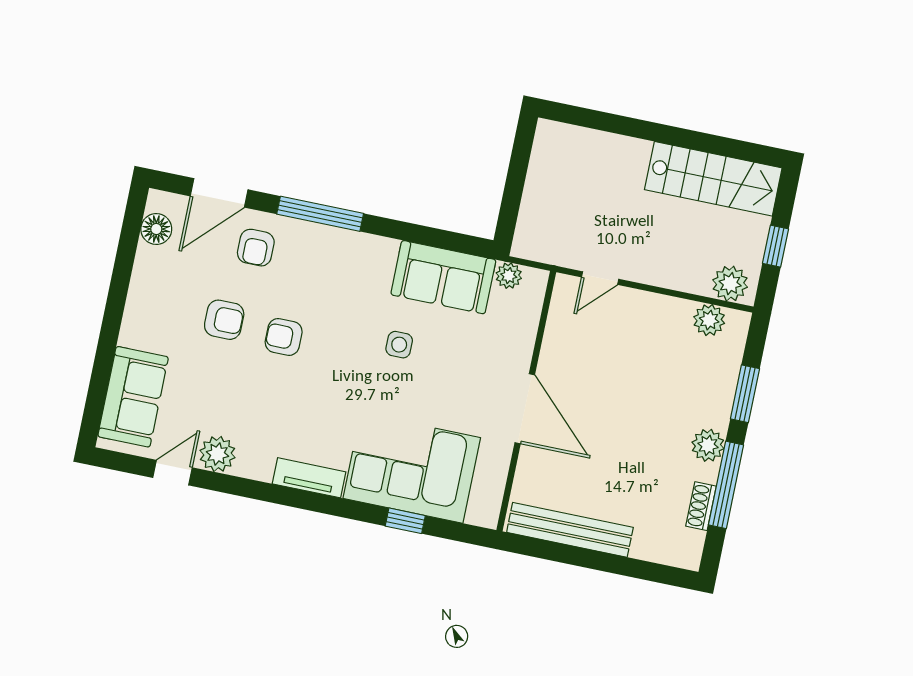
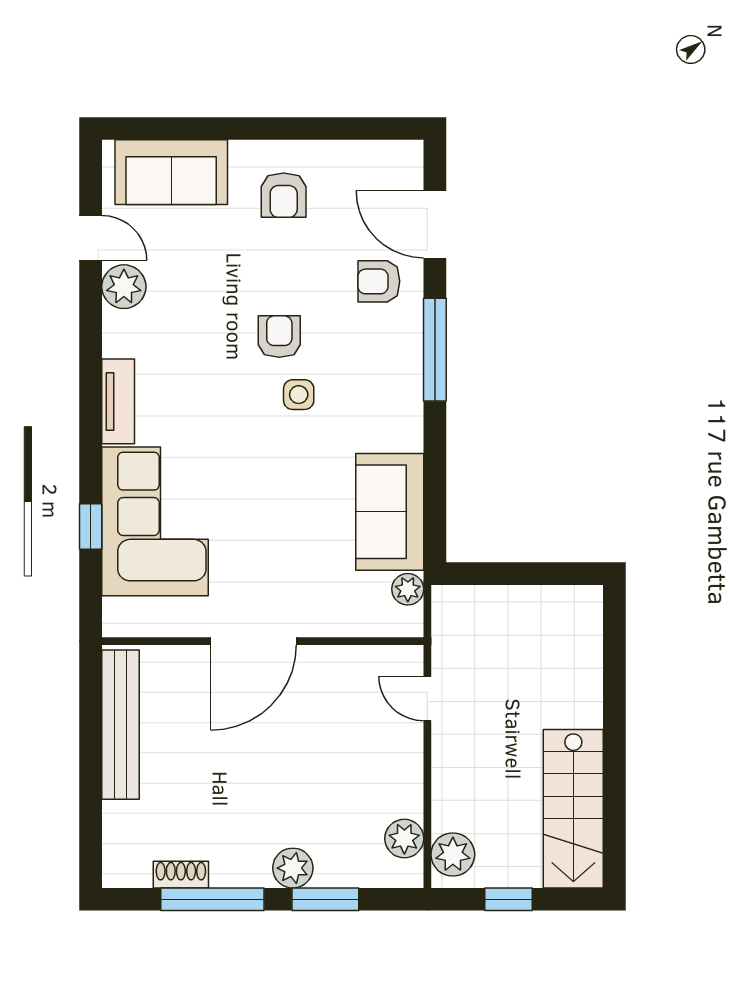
floor lamp: (156, 229) -> (376, 158), removed
armchair: (224, 320) -> (284, 195), moved
side table: (399, 345) -> (299, 395), moved
plant: (708, 445) -> (293, 868), moved

